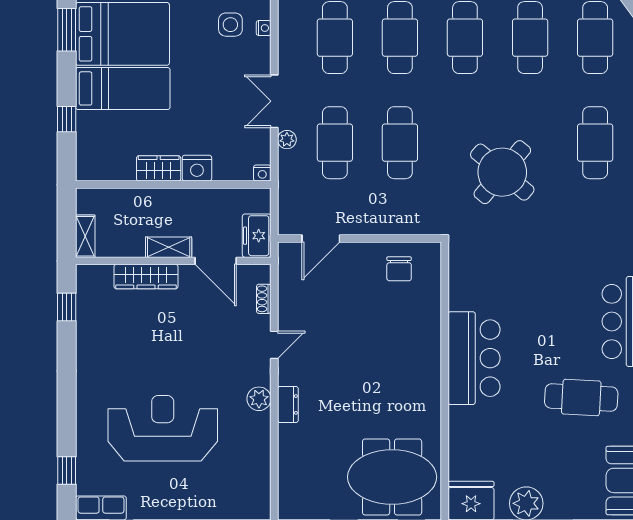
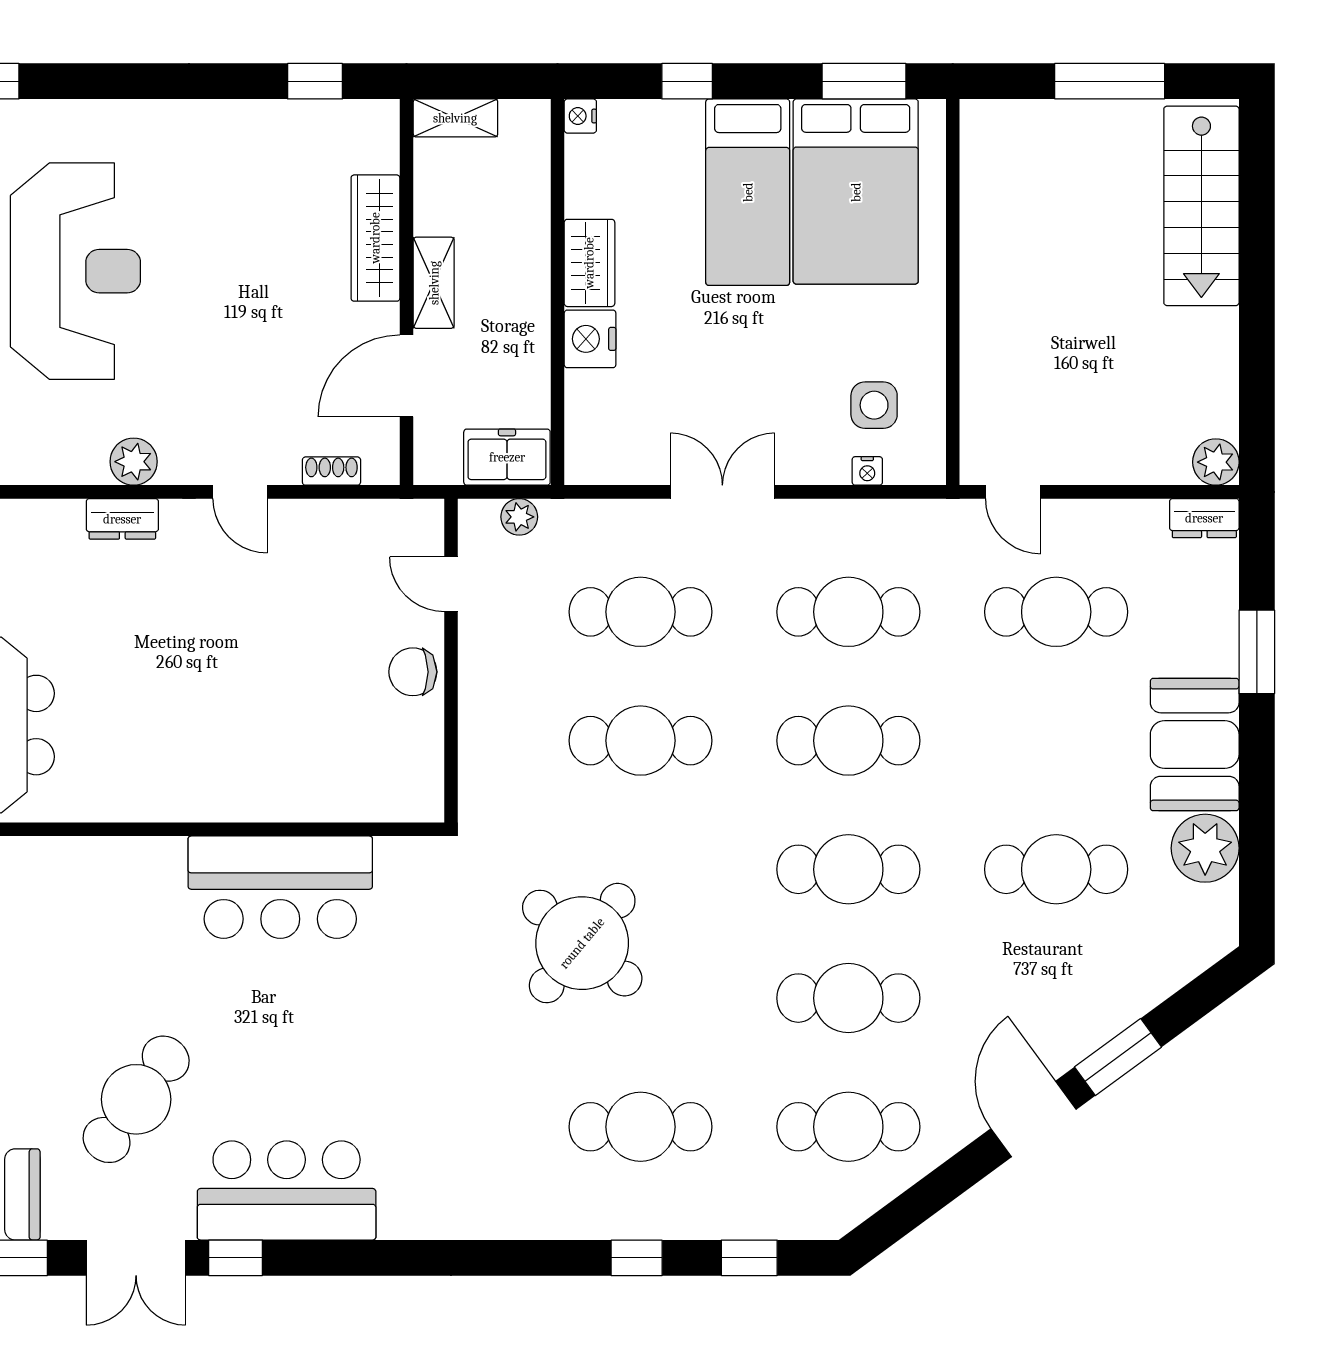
plant: (287, 140) -> (519, 517), moved
nightstand: (262, 173) -> (580, 116), moved
freezer: (257, 236) -> (507, 457), moved
door: (321, 238) -> (451, 584), width x0.73
chair: (399, 269) -> (413, 672), moved
bar counter: (474, 358) -> (280, 887), moved
cafe table: (581, 398) -> (136, 1099), turned 33

